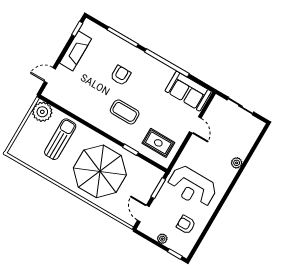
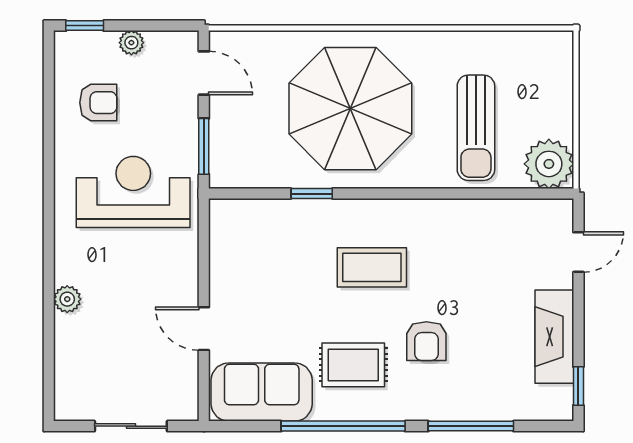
rug: (158, 143) -> (353, 365), moved

